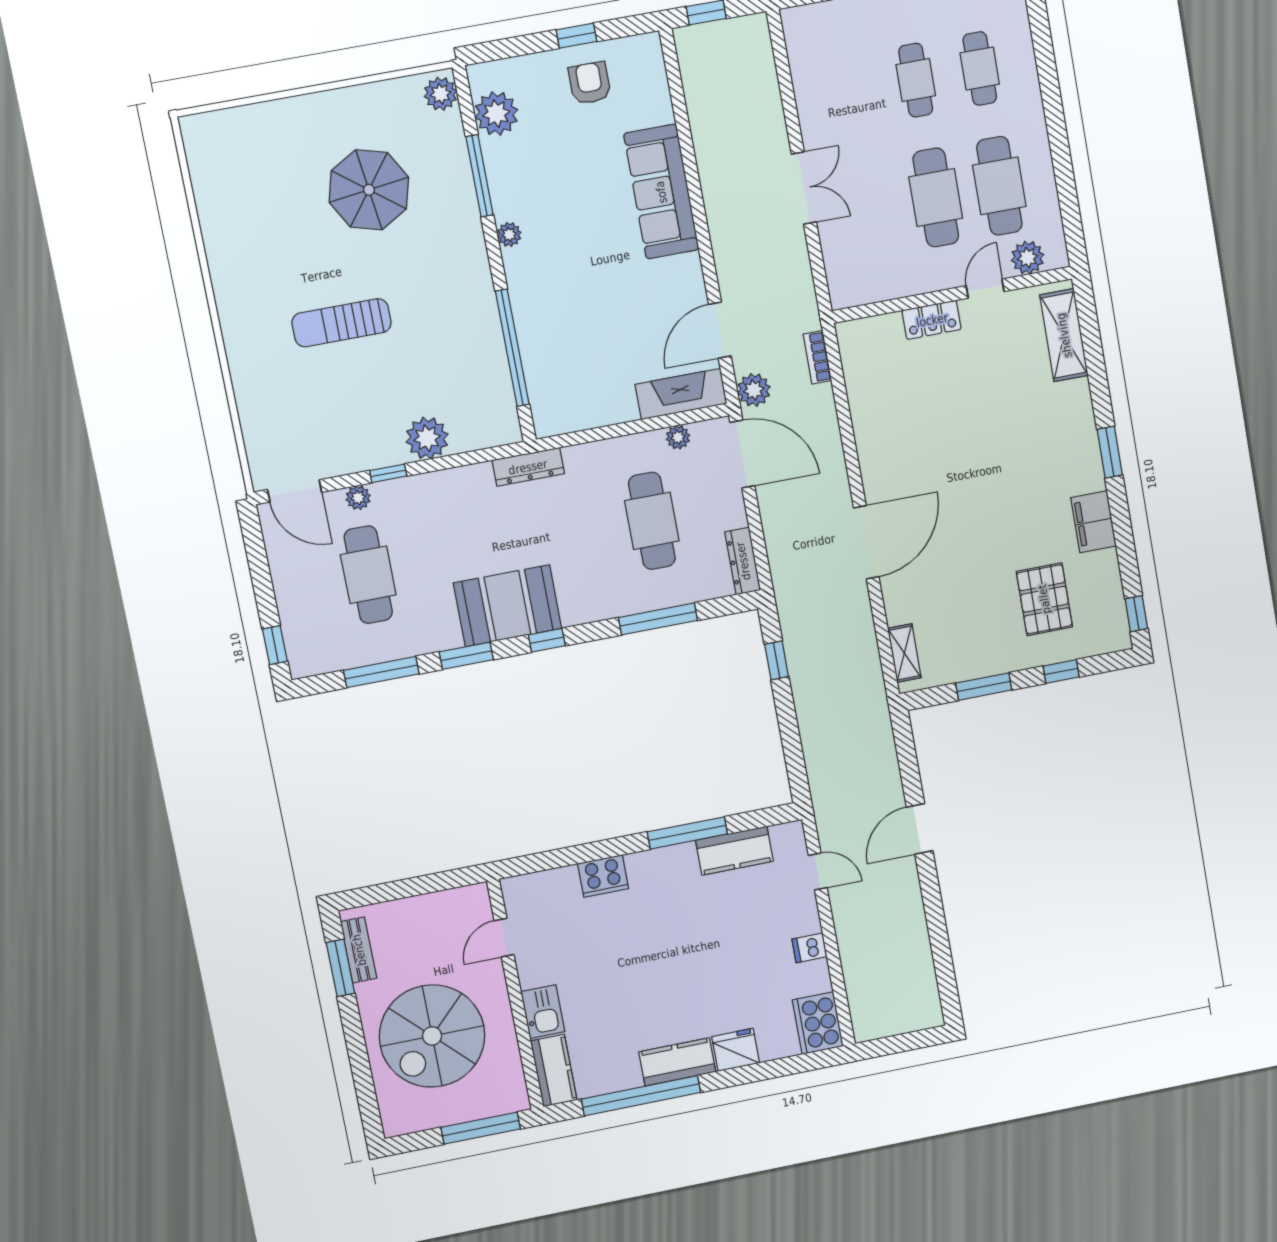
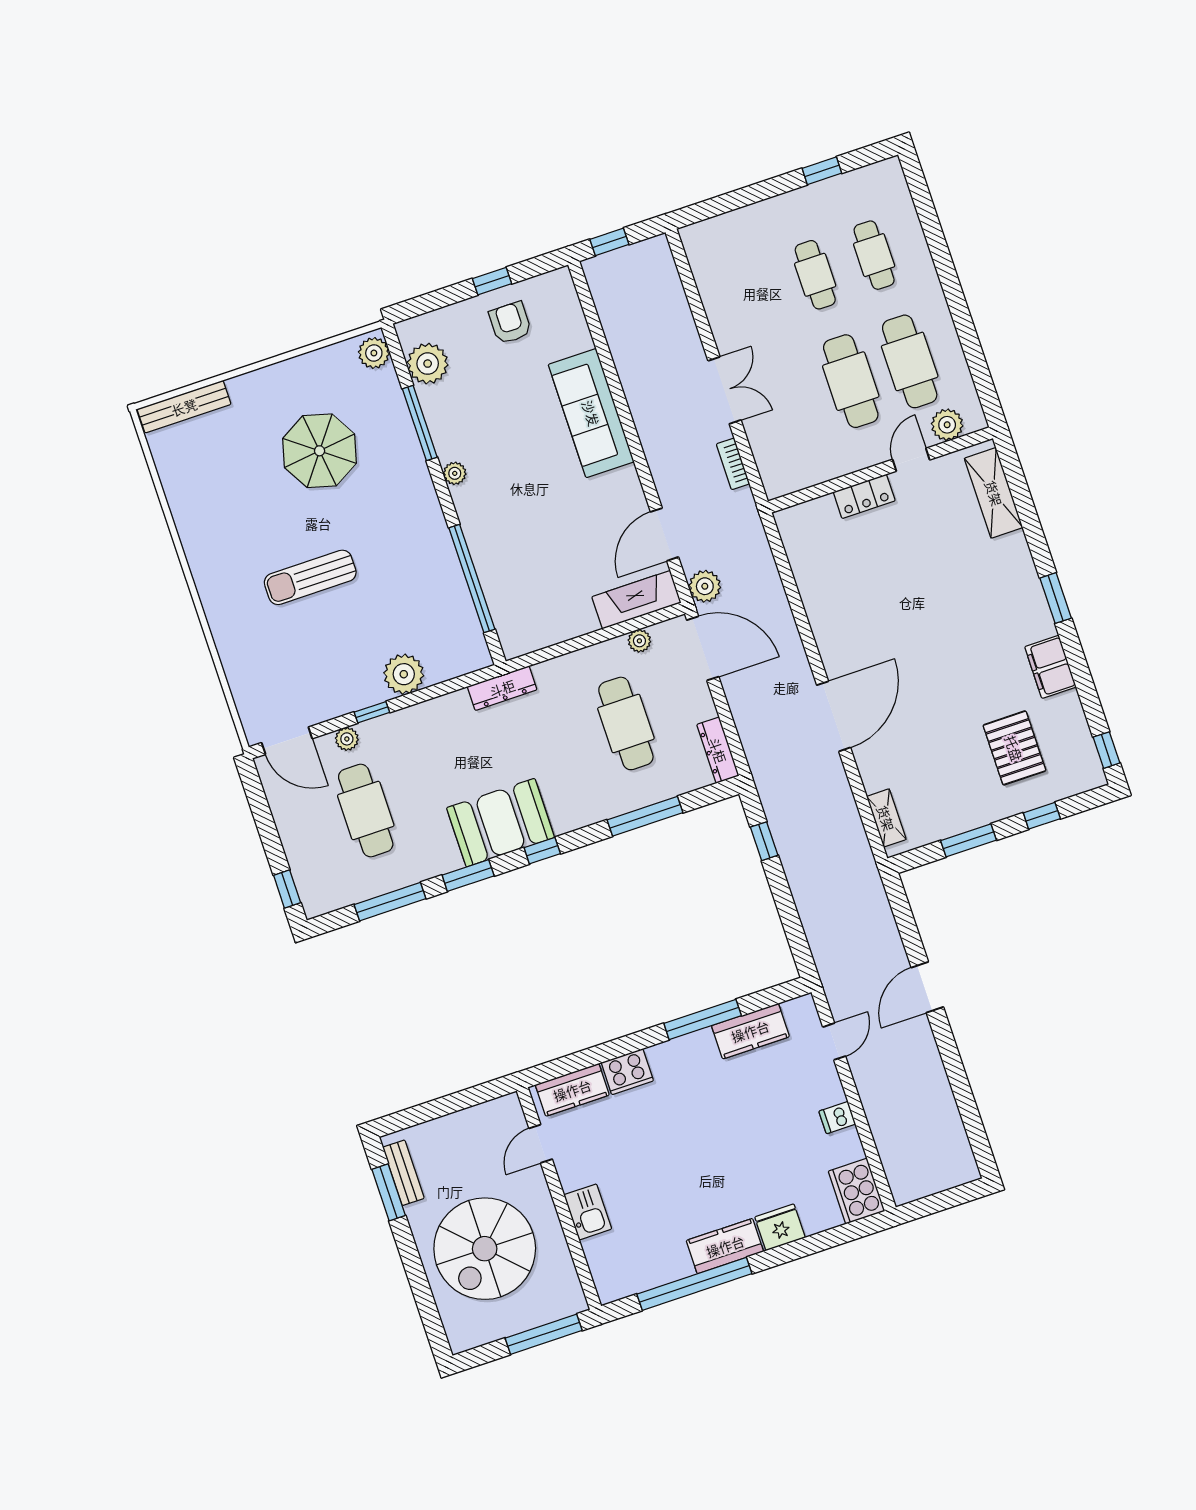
bench: (230, 121) -> (184, 407), added
bookcase: (817, 357) -> (733, 464), moved
door: (818, 872) -> (834, 1042), hinge flipped
kitchen counter: (554, 1071) -> (572, 1090), moved, turned 90

